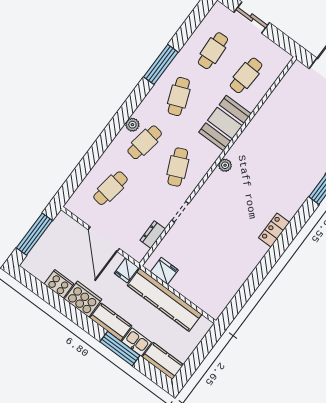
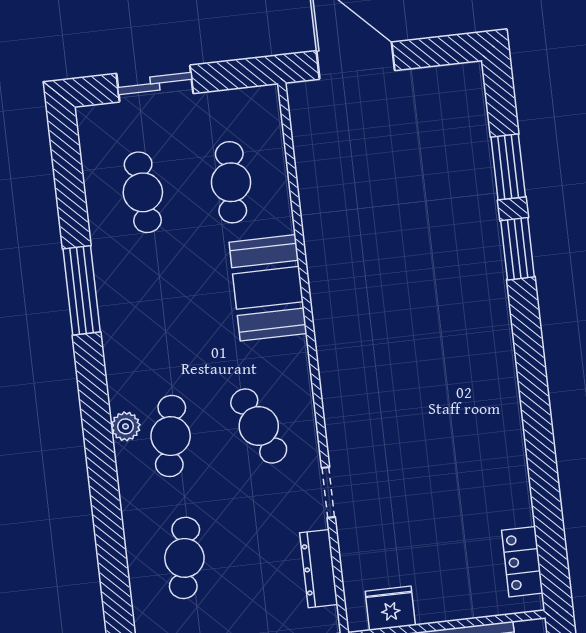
cafe table: (179, 97) -> (157, 314), removed
plant: (225, 165) -> (330, 354), removed
locker: (274, 230) -> (522, 562), moved
dresser: (153, 235) -> (319, 569), width x1.44

